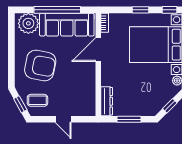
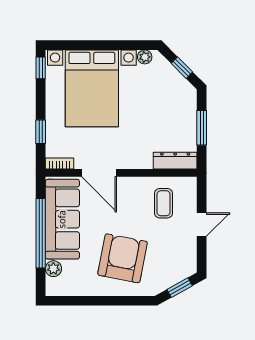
window: (141, 10) -> (41, 132), moved
plant: (28, 23) -> (53, 269), width x0.53, depth x0.53
coffee table: (37, 100) -> (163, 203), moved

